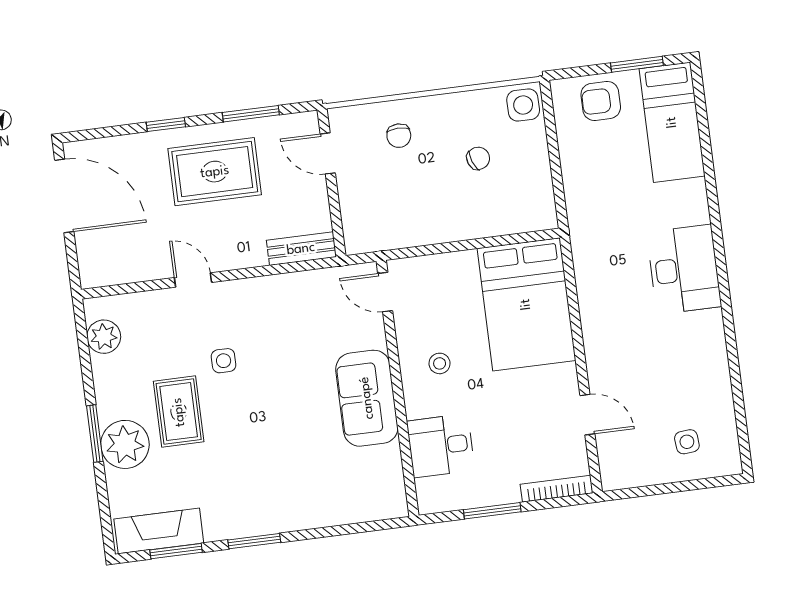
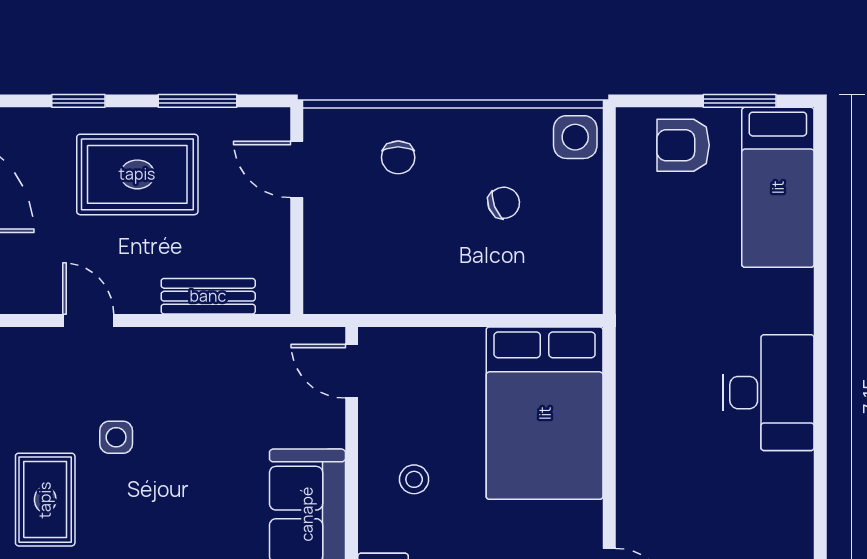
bench: (301, 249) -> (208, 296), moved

